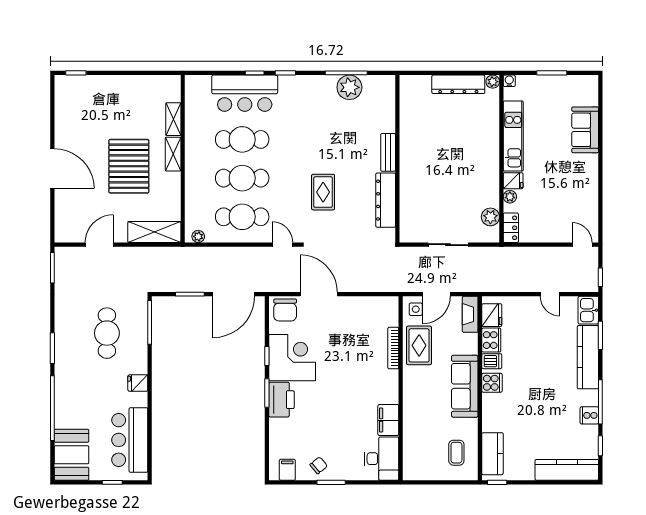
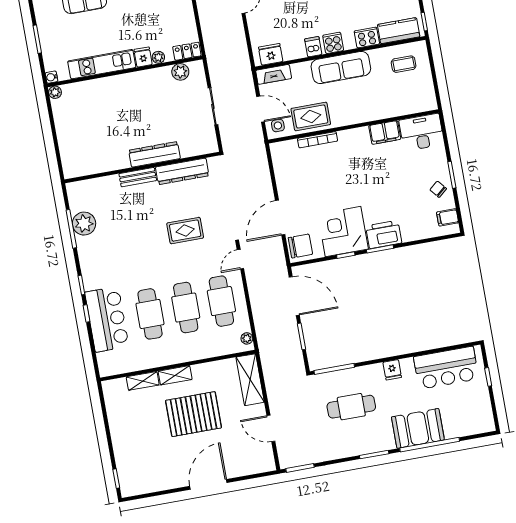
dresser: (458, 84) -> (155, 154), moved, turned -90
cooker: (491, 340) -> (367, 37), moved
booth: (72, 455) -> (418, 428), moved

